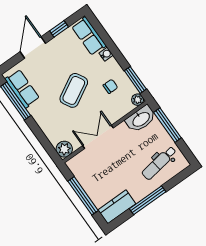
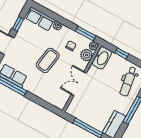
coffee table: (74, 90) -> (48, 60), turned 38
window: (167, 125) -> (122, 53), width x0.46
plant: (64, 149) -> (87, 55), moved

